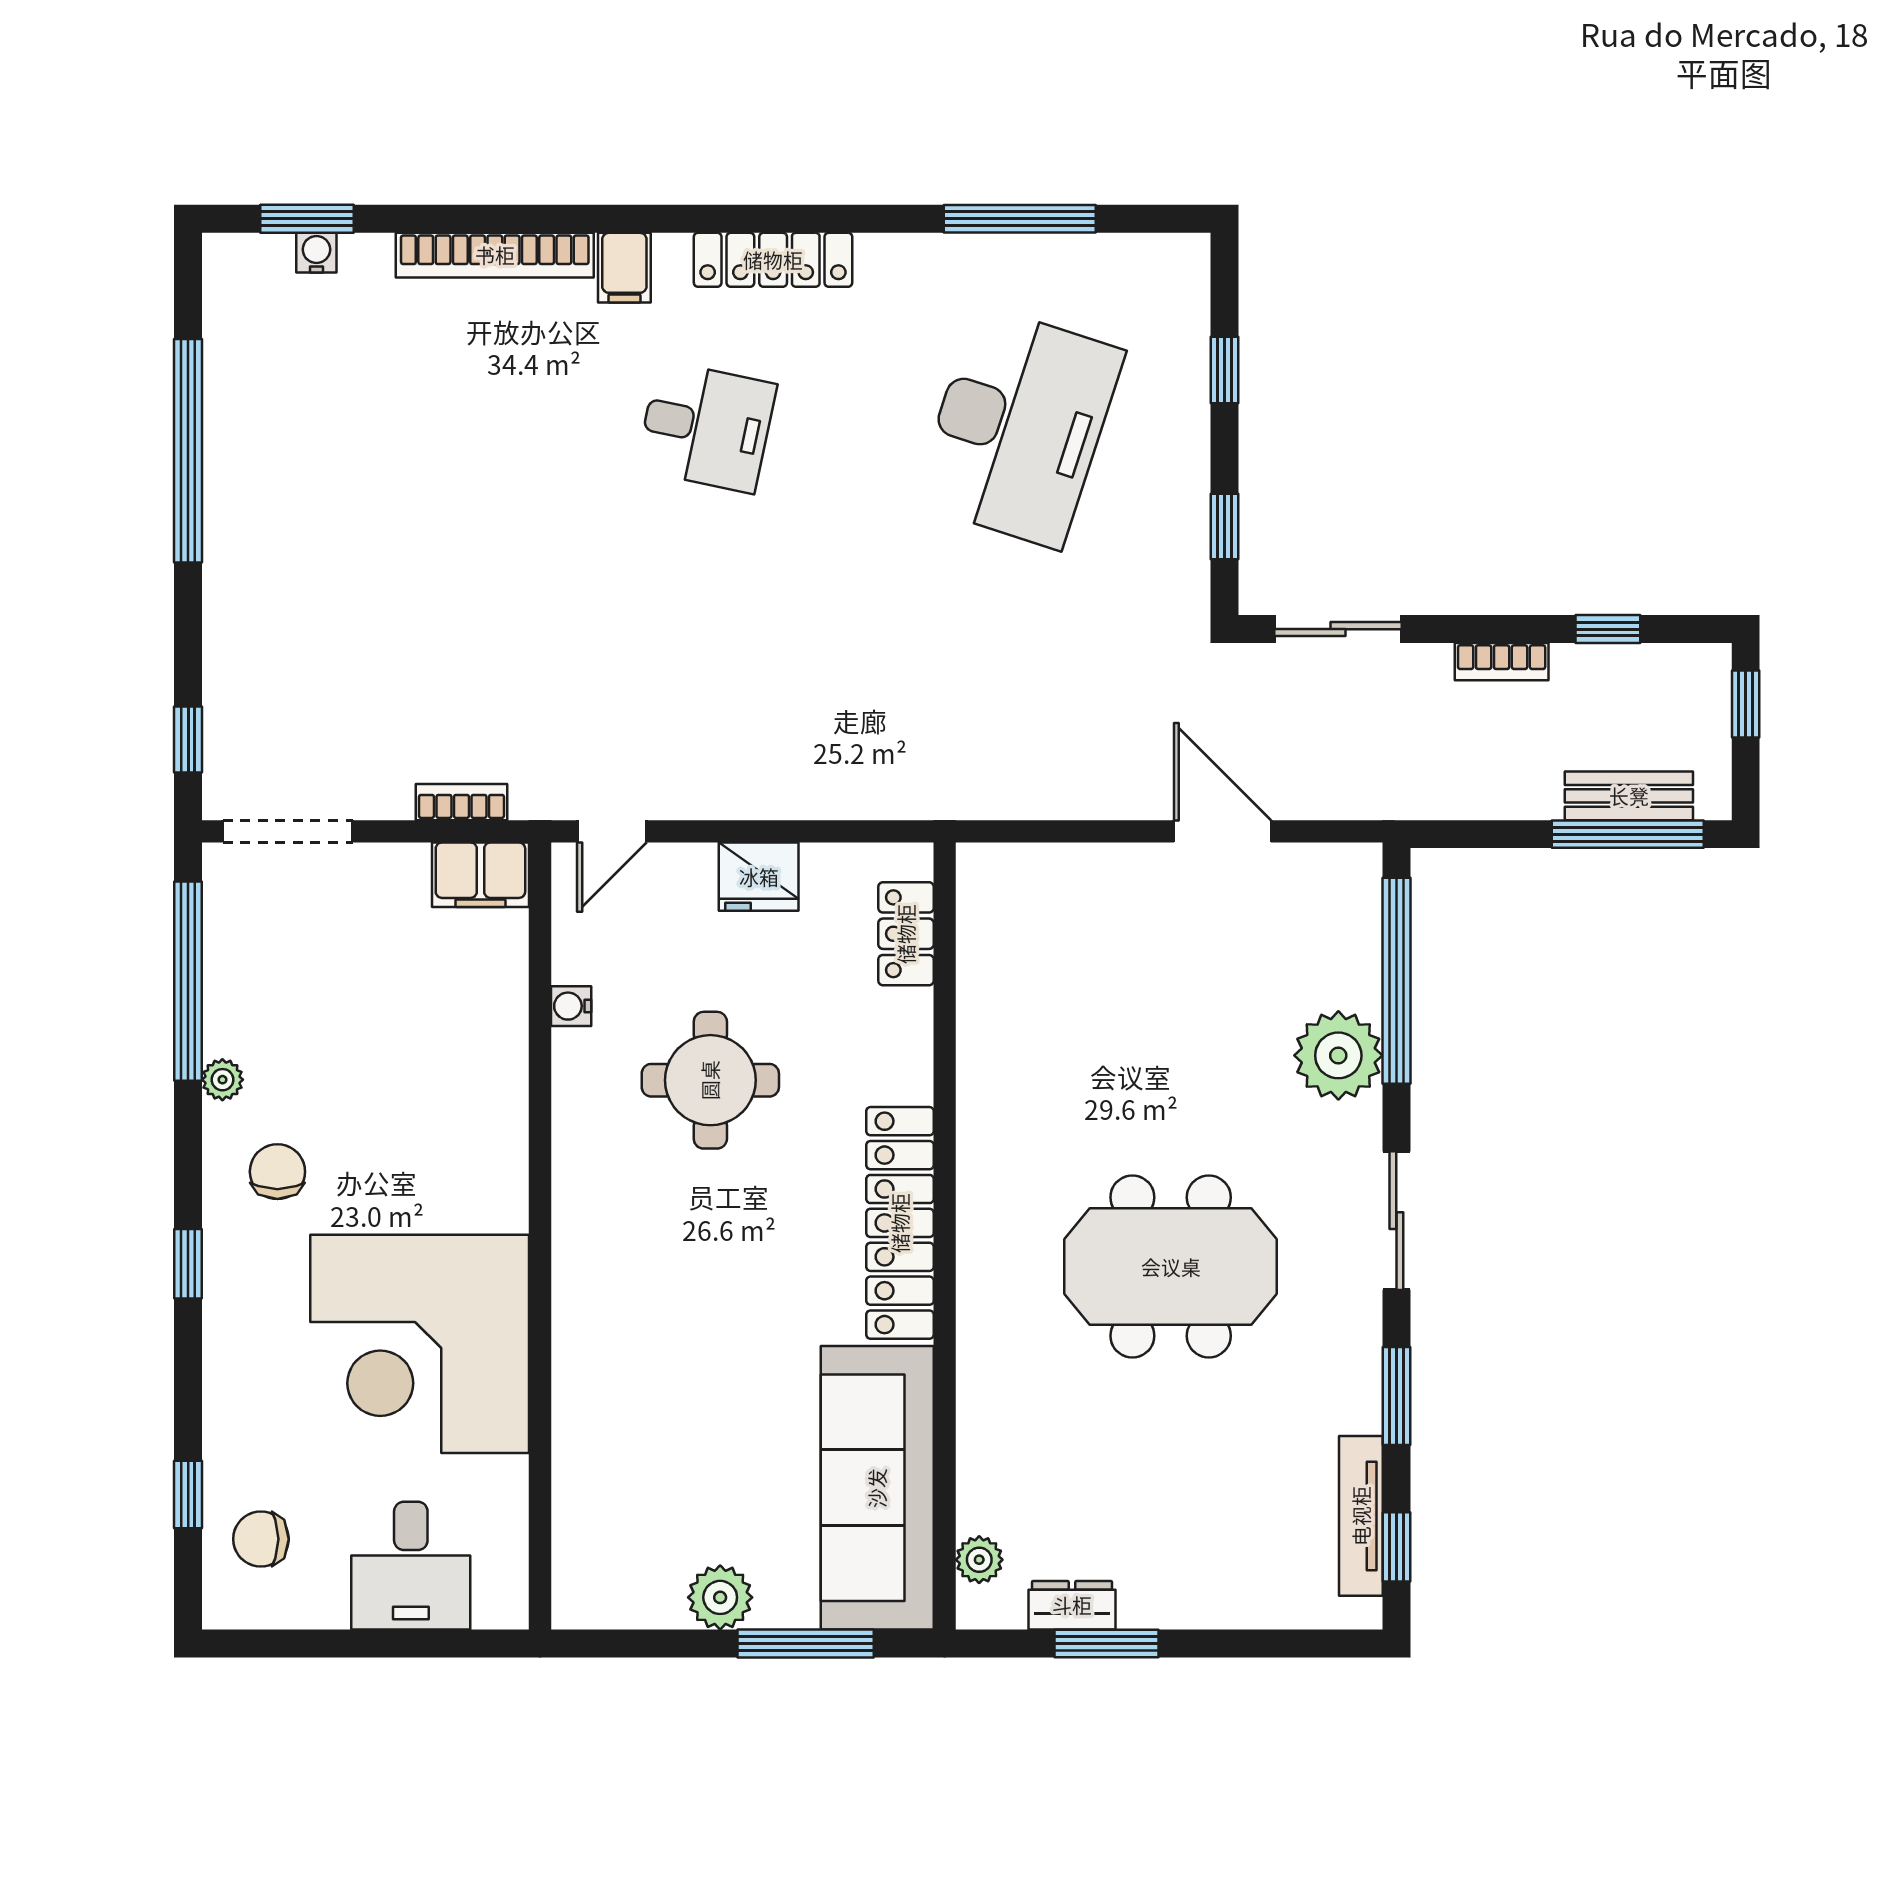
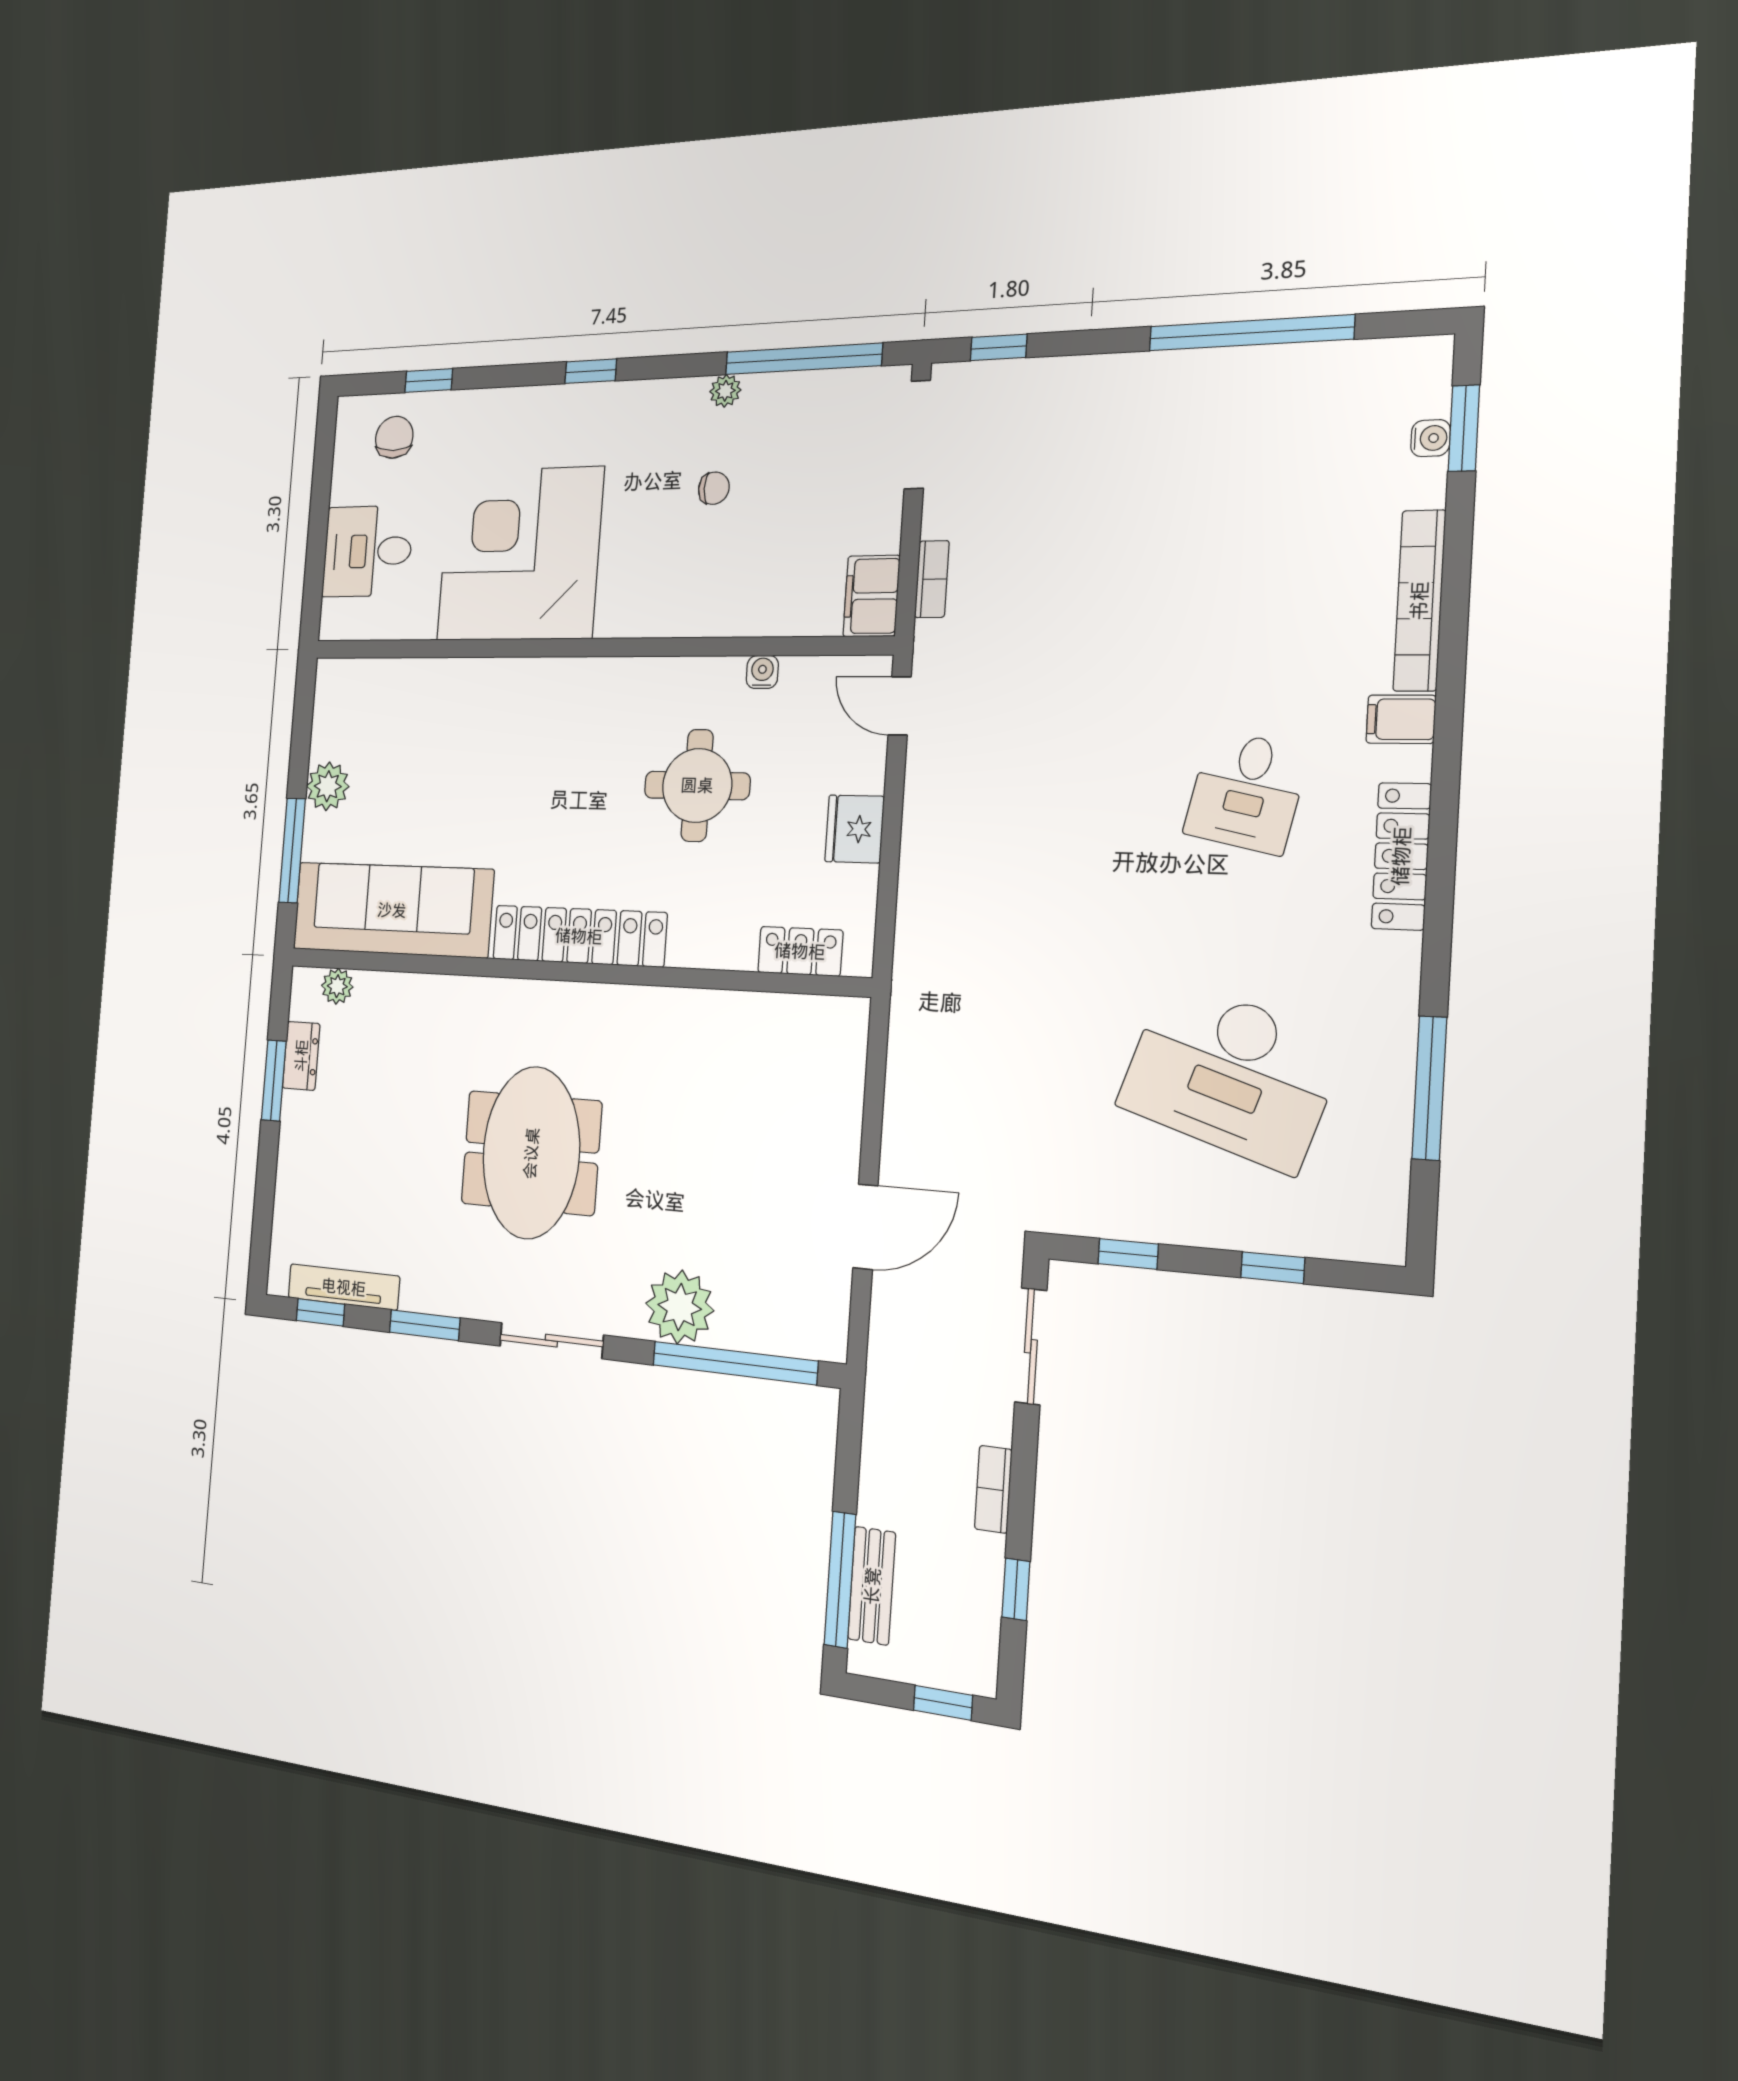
chair: (277, 1172) -> (714, 488), moved, width x0.73, depth x0.73

